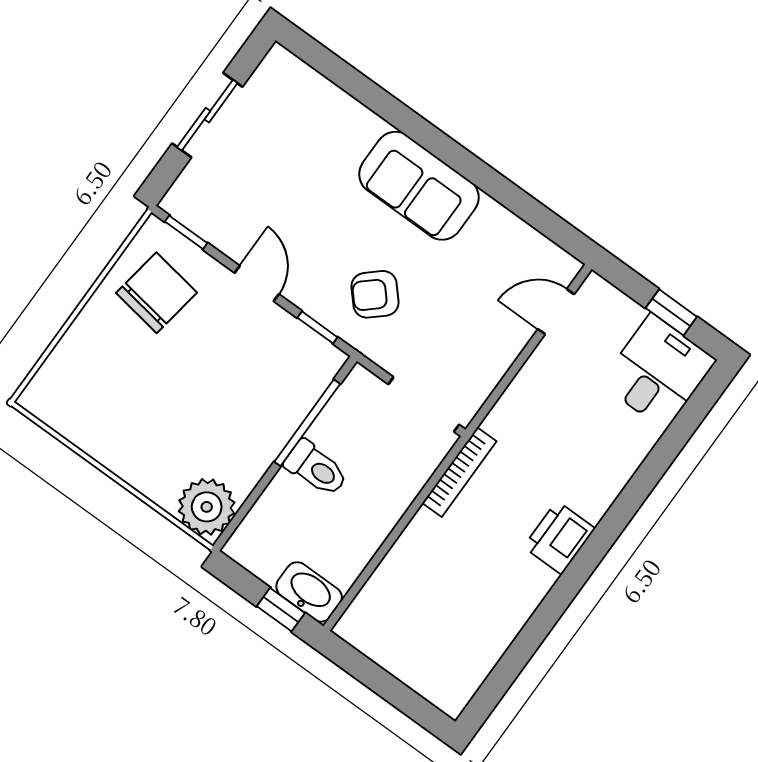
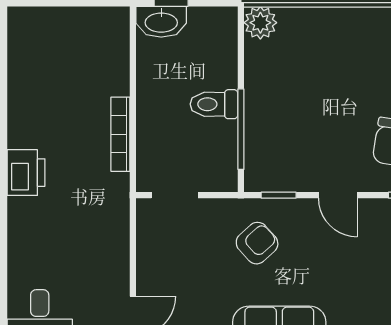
doorway: (424, 404) -> (175, 195), width x0.73
bookcase: (459, 472) -> (120, 134), moved
plant: (207, 507) -> (260, 23), width x0.73, depth x0.73

